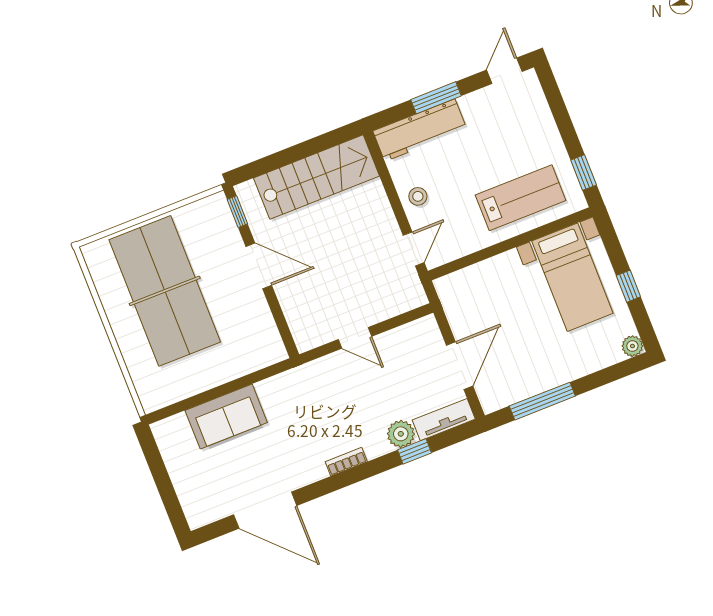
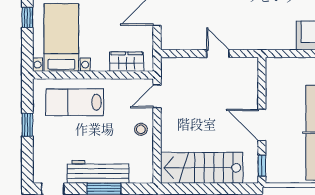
workbench: (420, 130) -> (98, 172), moved
window: (584, 172) -> (27, 125), moved
wardrobe: (473, 279) -> (127, 62), added

